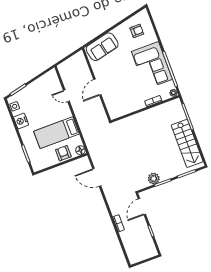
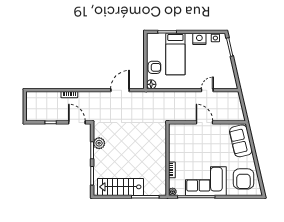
armchair: (137, 31) -> (243, 179), width x1.88, depth x1.88
bed: (56, 133) -> (175, 54), moved, turned 180

